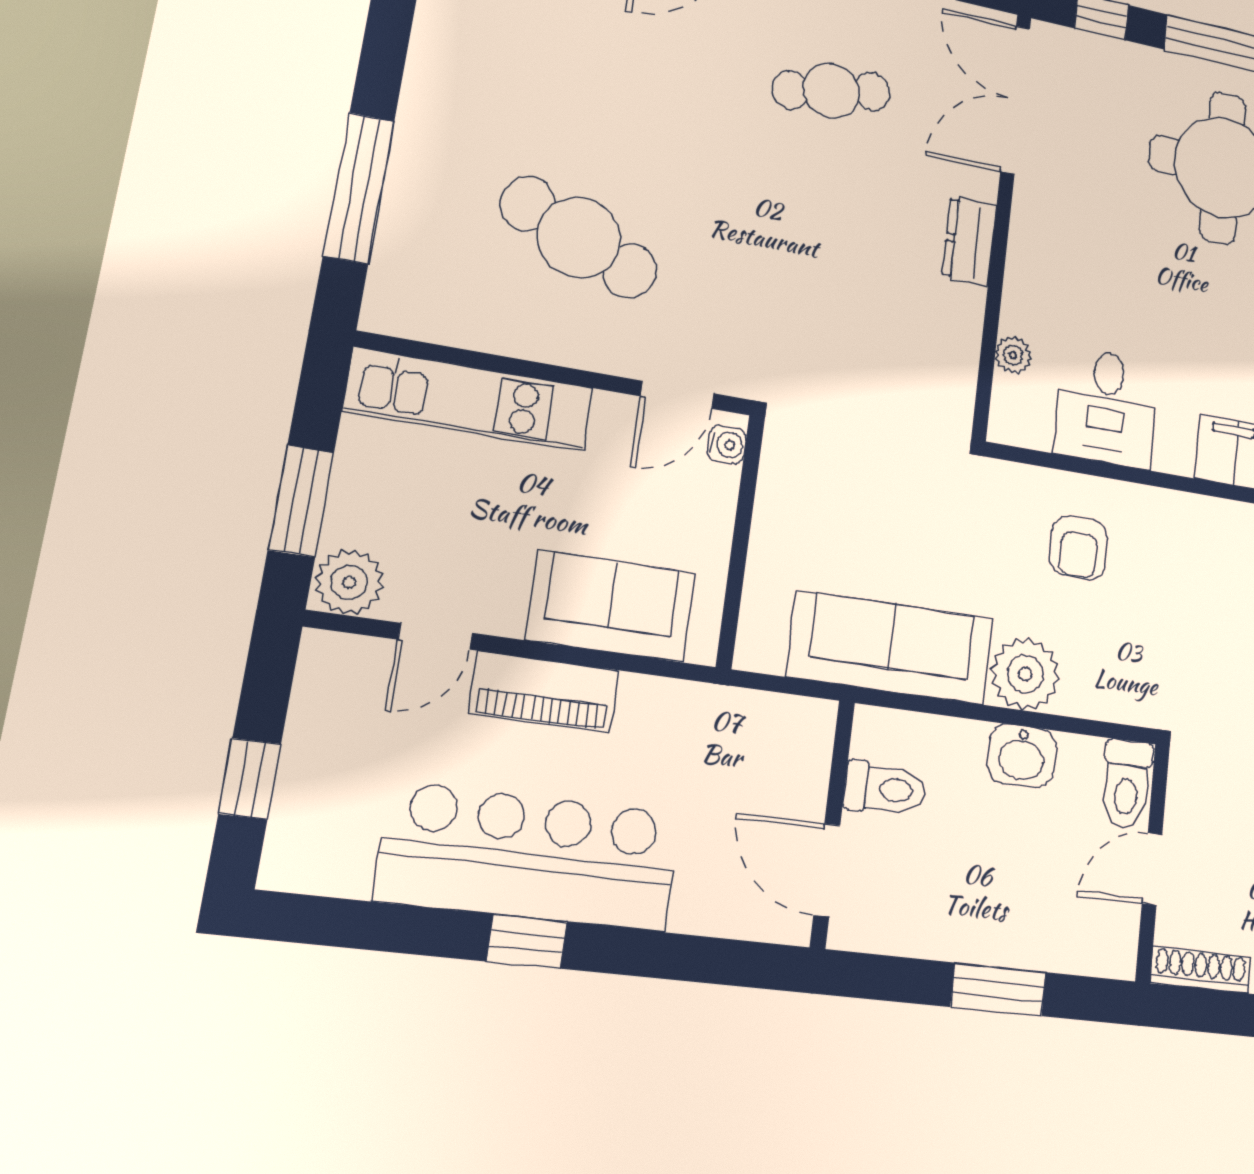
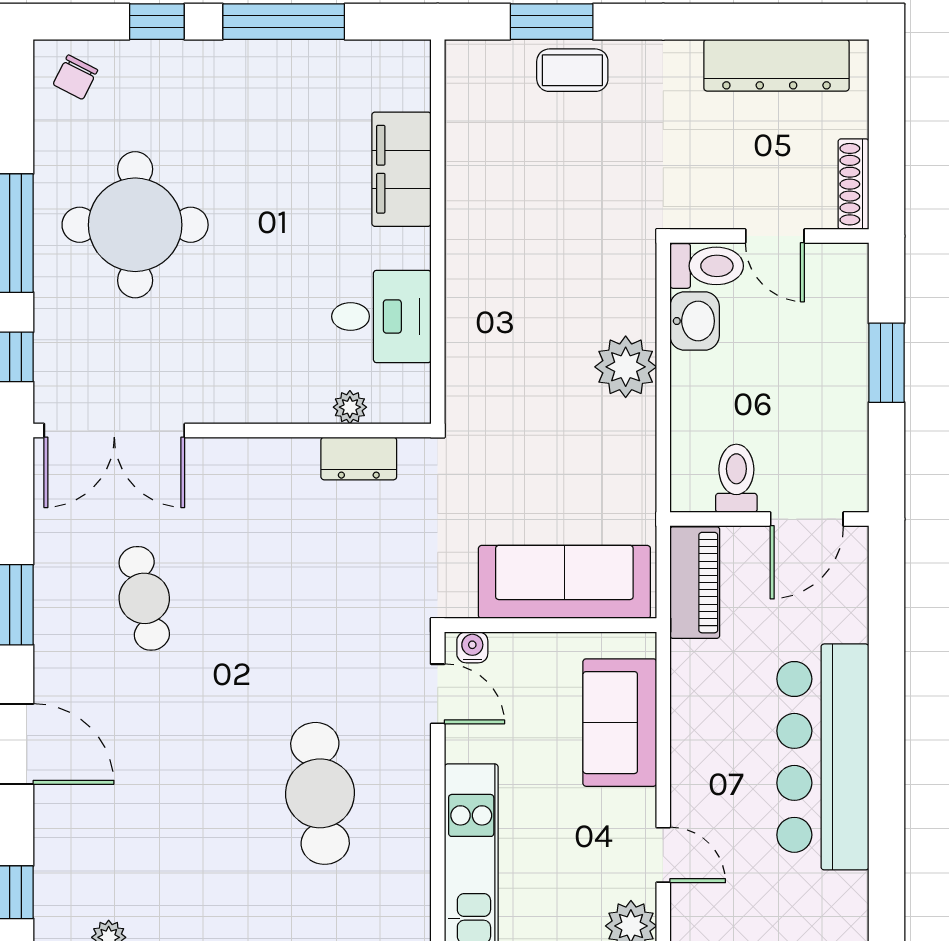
cafe table: (579, 238) -> (320, 793), turned -30
dresser: (969, 241) -> (359, 458), moved
armchair: (1079, 548) -> (510, 330), removed
sofa: (891, 648) -> (564, 582), moved, turned 90
piano: (544, 692) -> (695, 583), moved
washbasin: (1022, 756) -> (695, 321), moved
window: (527, 942) -> (887, 749), removed

